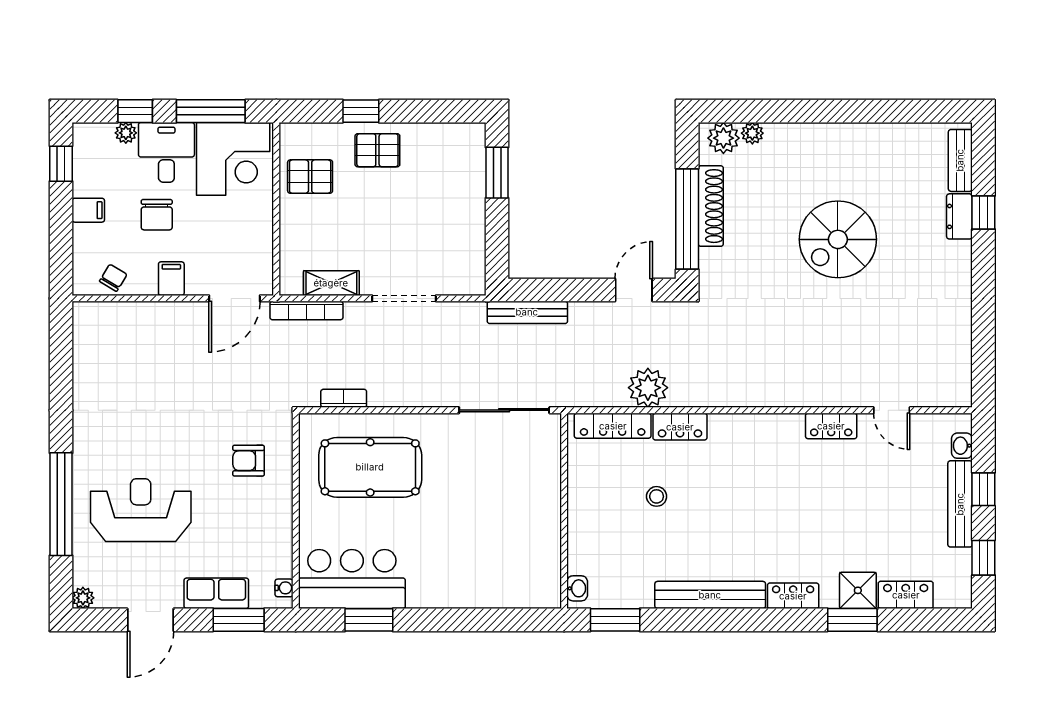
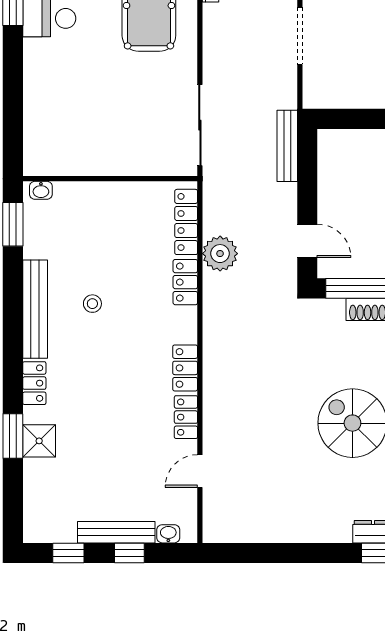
stool: (657, 496) -> (92, 304), moved
locker: (906, 595) -> (185, 368), moved, turned 180

